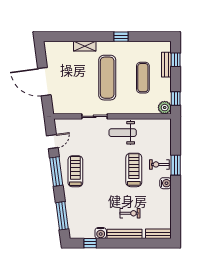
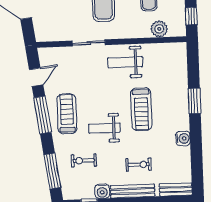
plant: (165, 108) -> (159, 29), moved
exercise bike: (159, 164) -> (84, 161), moved
treadmill: (134, 170) -> (141, 109), turned 180
water cooler: (166, 183) -> (183, 138), moved
weight bench: (104, 184) -> (104, 128), added

